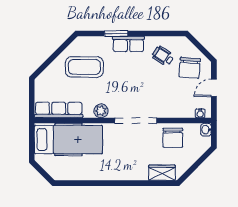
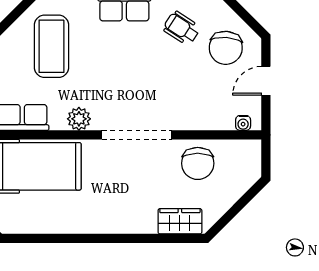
coffee table: (84, 67) -> (52, 46), turned 90
washbasin: (206, 130) -> (253, 150), removed

